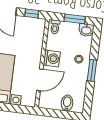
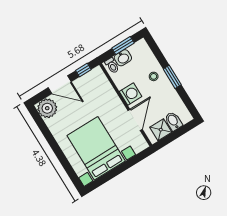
washbasin: (86, 30) -> (123, 58), moved
shower: (53, 102) -> (161, 130), added

